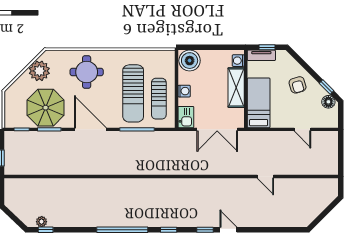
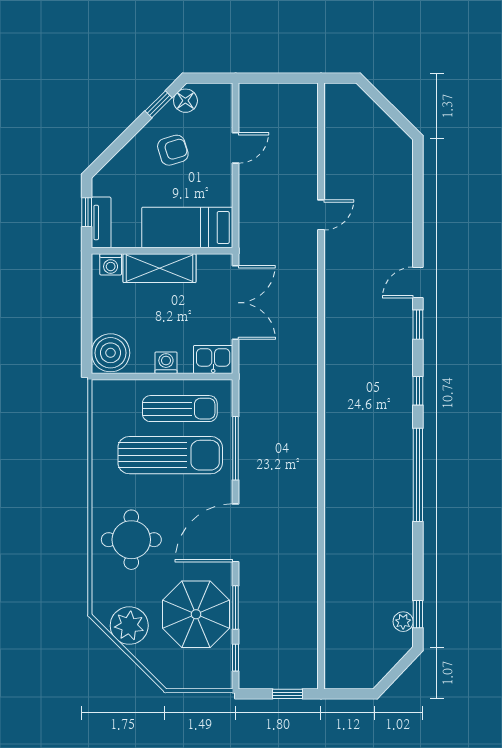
armchair: (298, 85) -> (173, 150), moved

